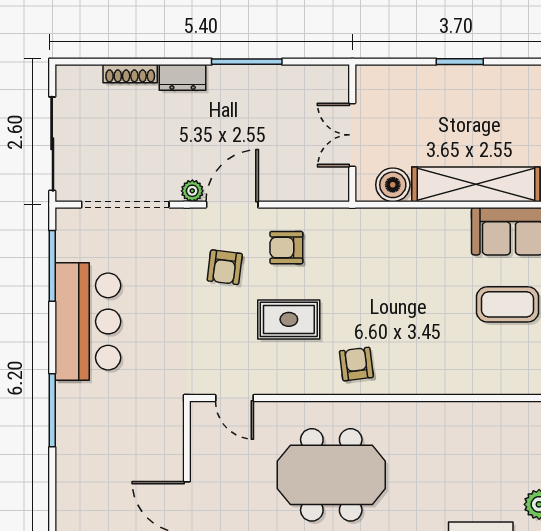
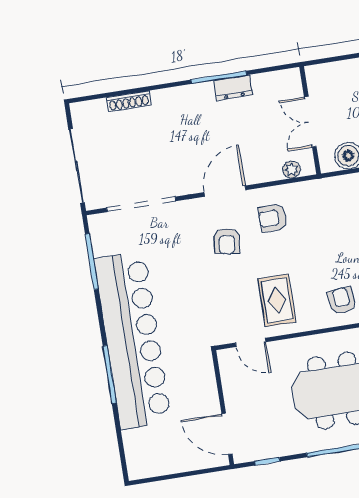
dresser: (183, 77) -> (233, 88), moved
plant: (192, 191) -> (291, 170), moved
rug: (289, 319) -> (277, 300), moved, turned 90
bar counter: (88, 321) -> (133, 340), width x1.86

